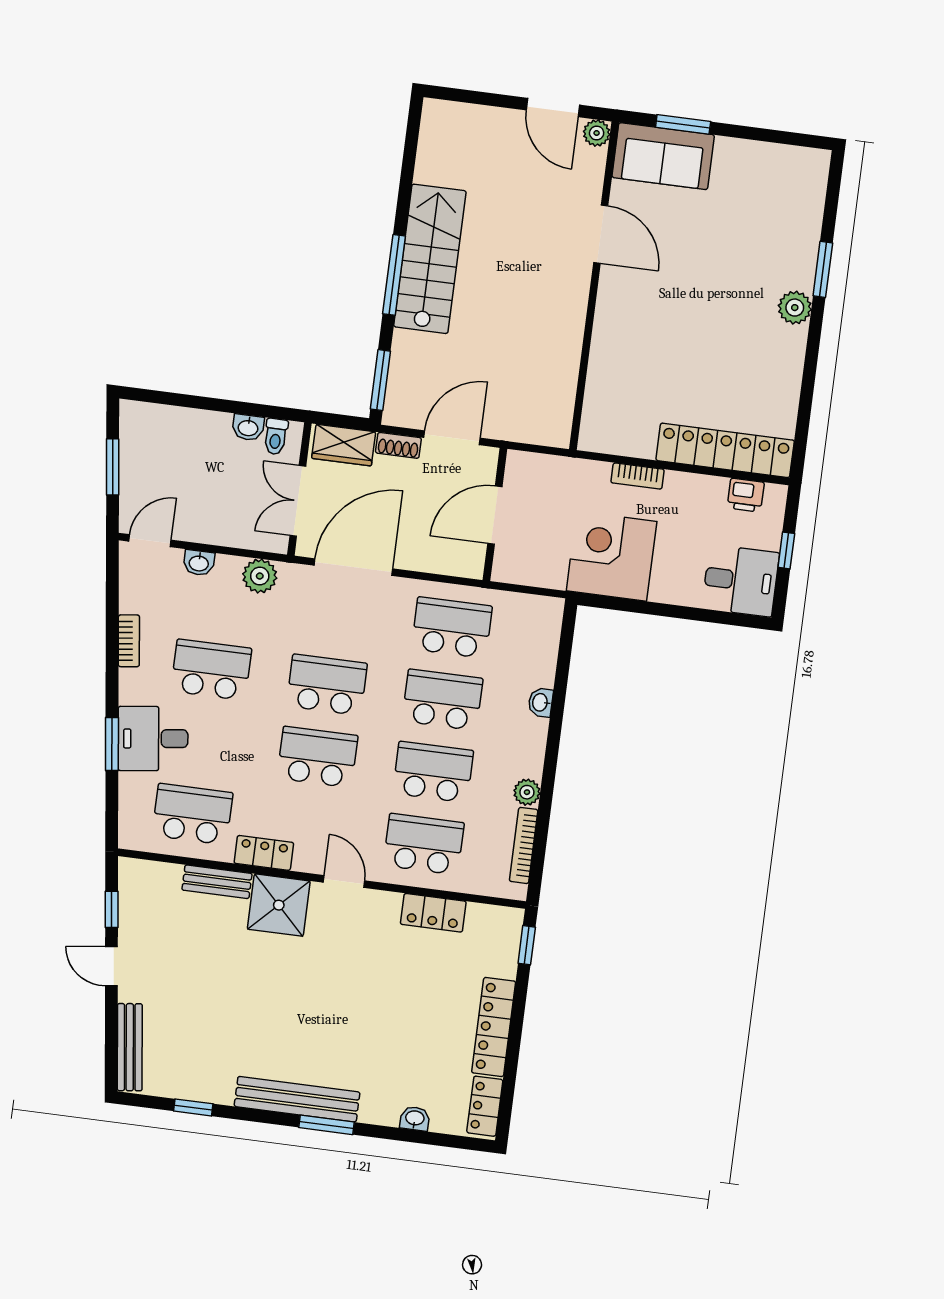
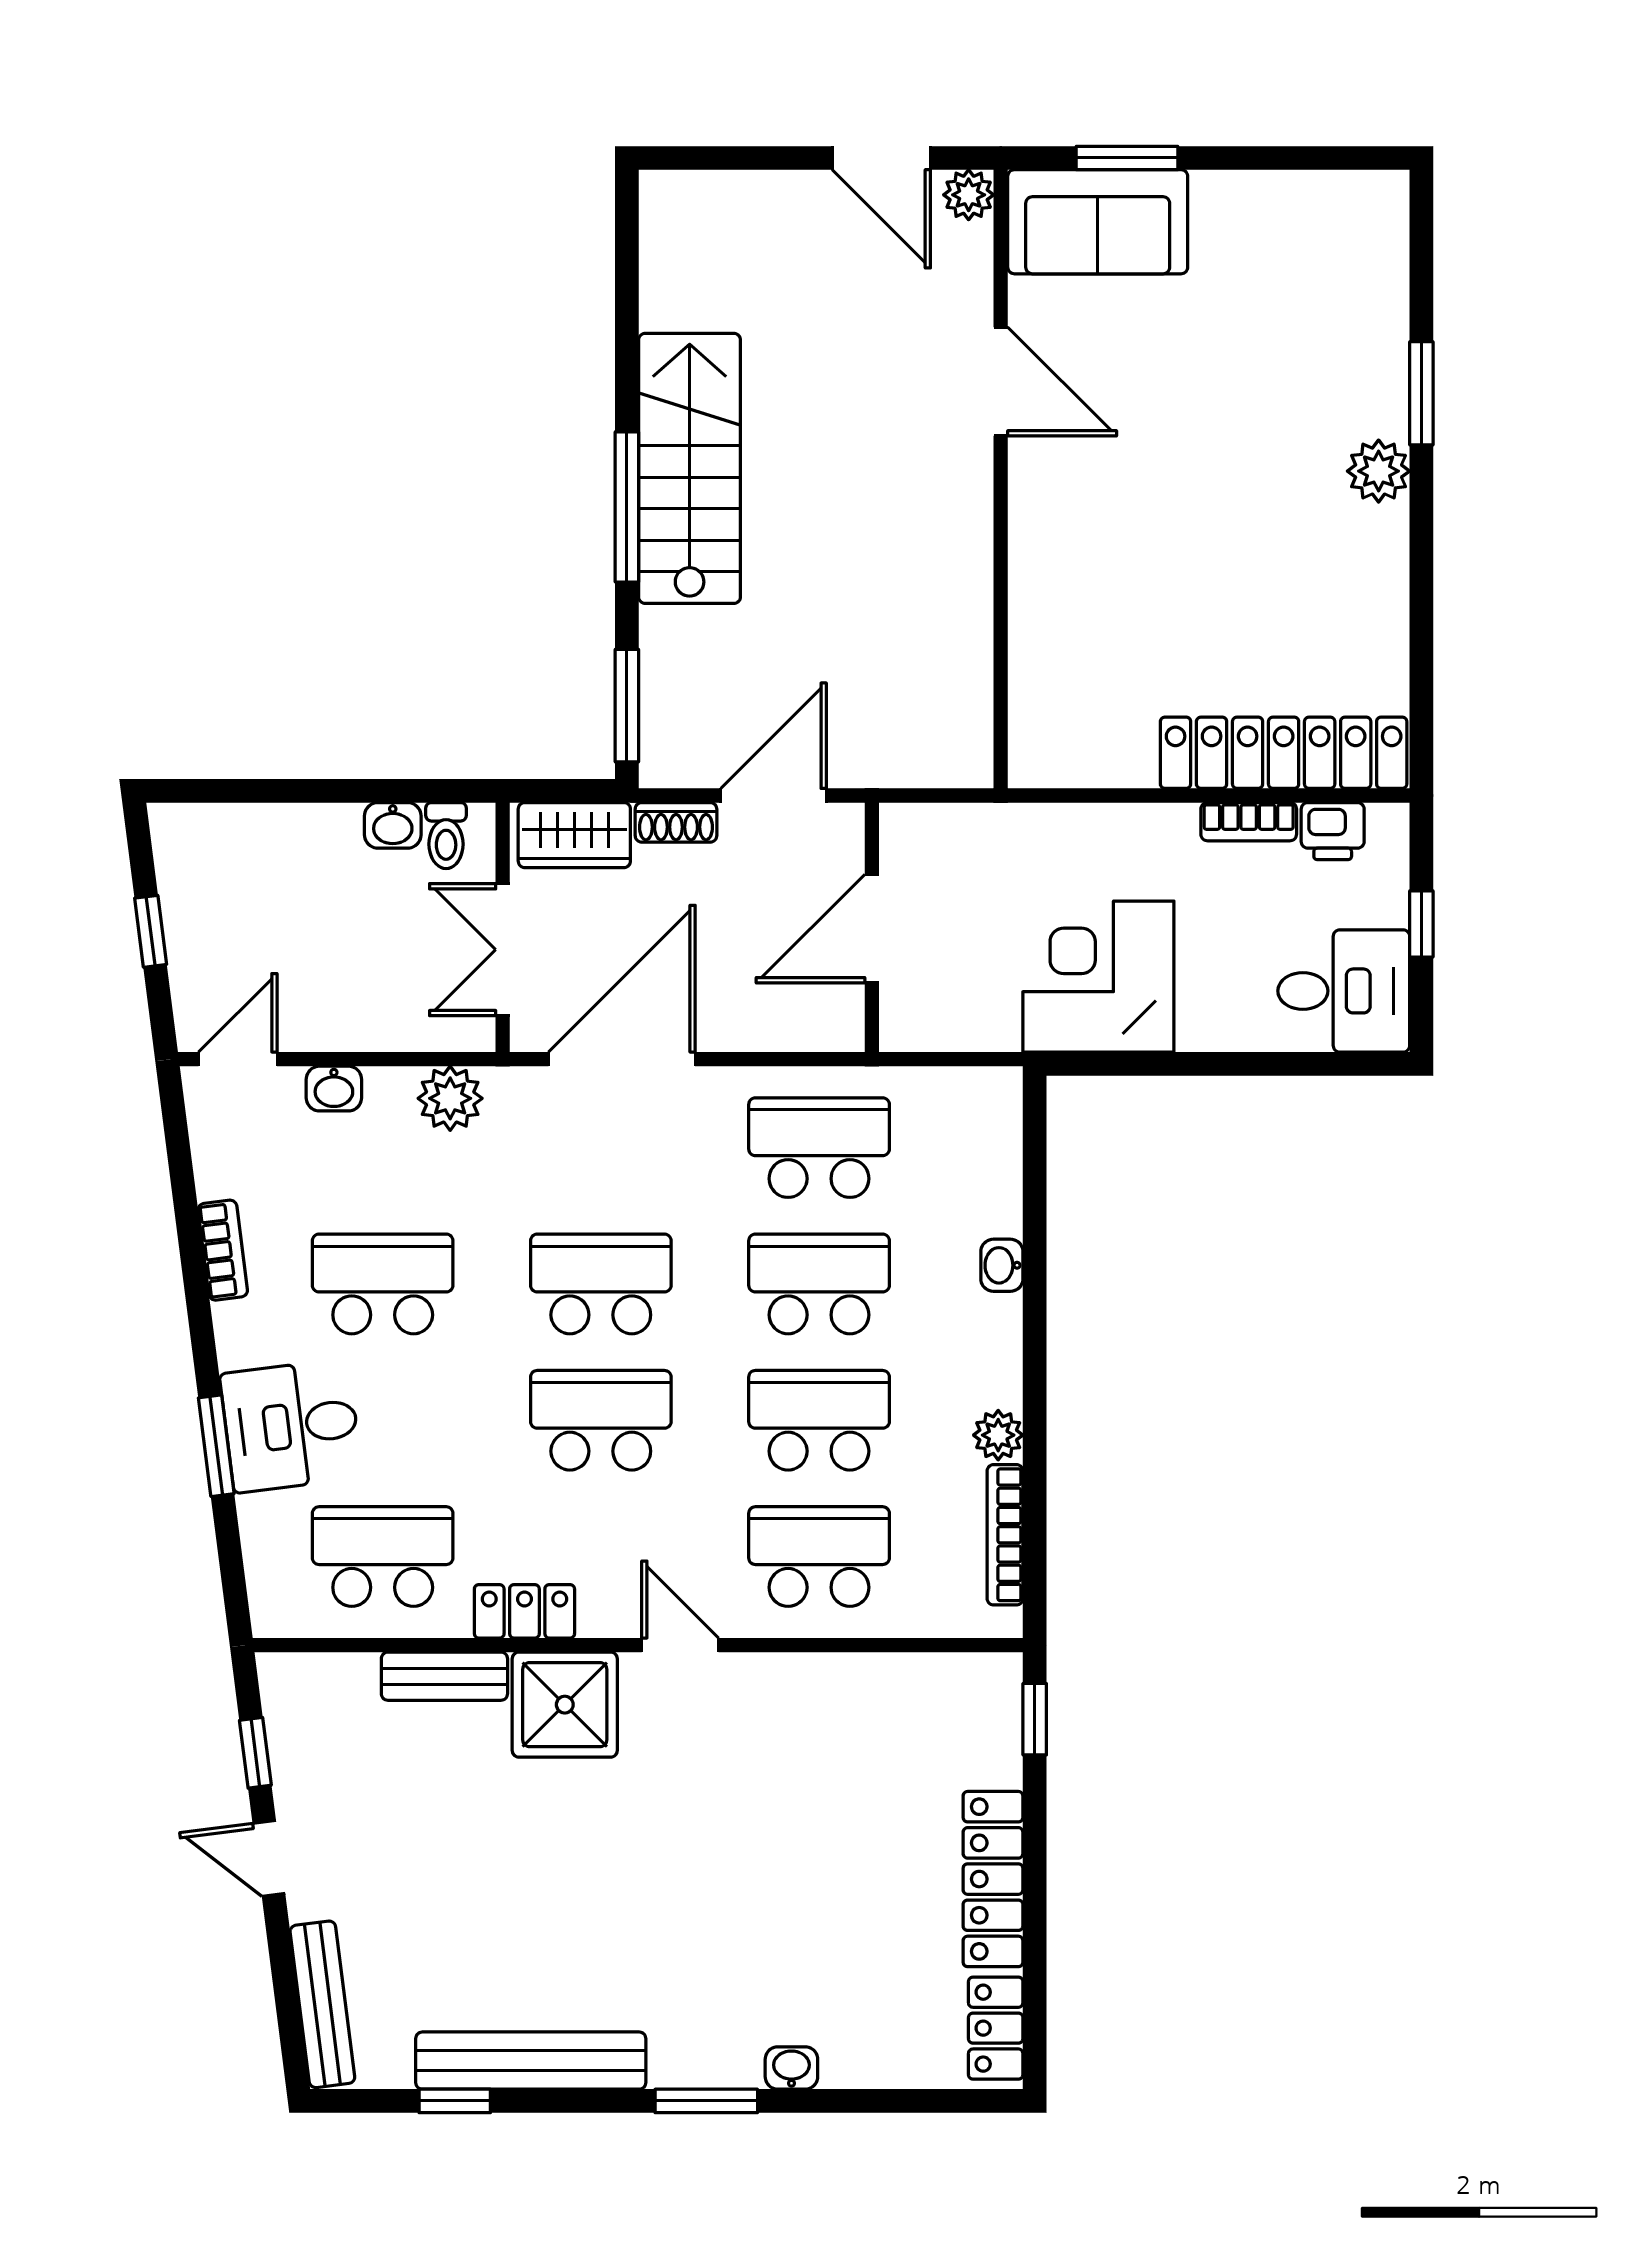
window: (113, 467) -> (151, 931), width x0.67
bookcase: (638, 476) -> (1249, 822), moved
locker: (433, 913) -> (853, 1682), removed
bench: (297, 1099) -> (531, 2061), moved
washbasin: (415, 1119) -> (791, 2068), moved

